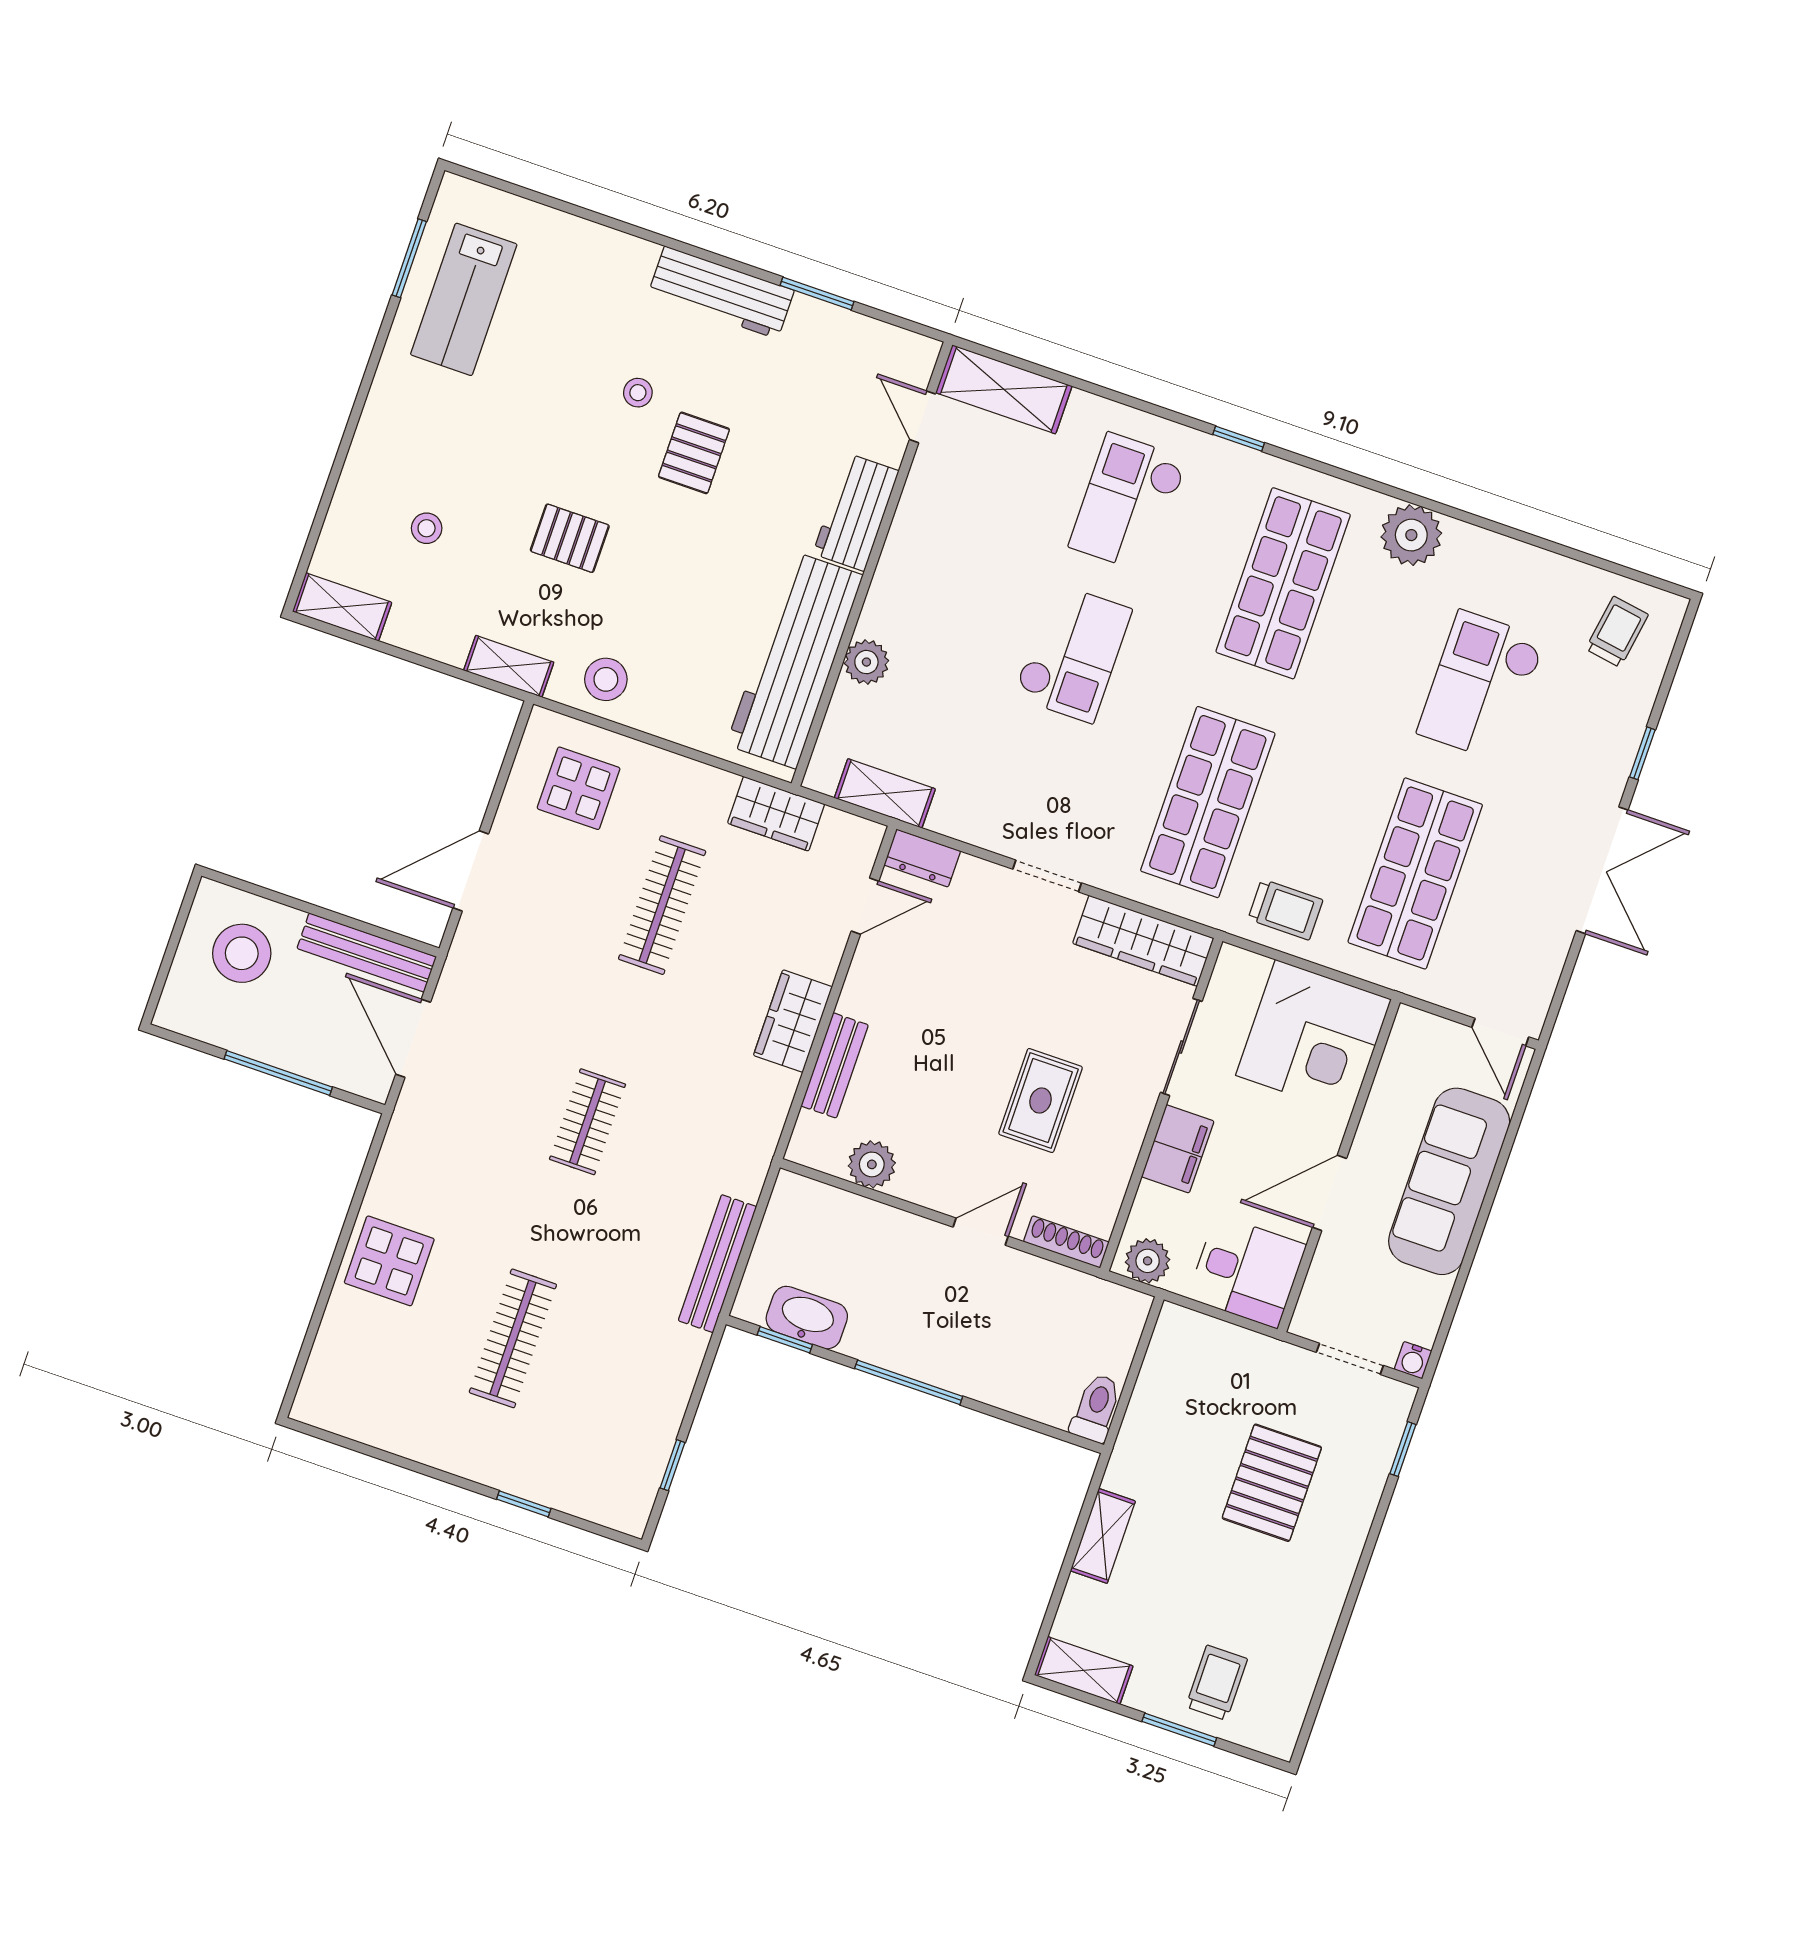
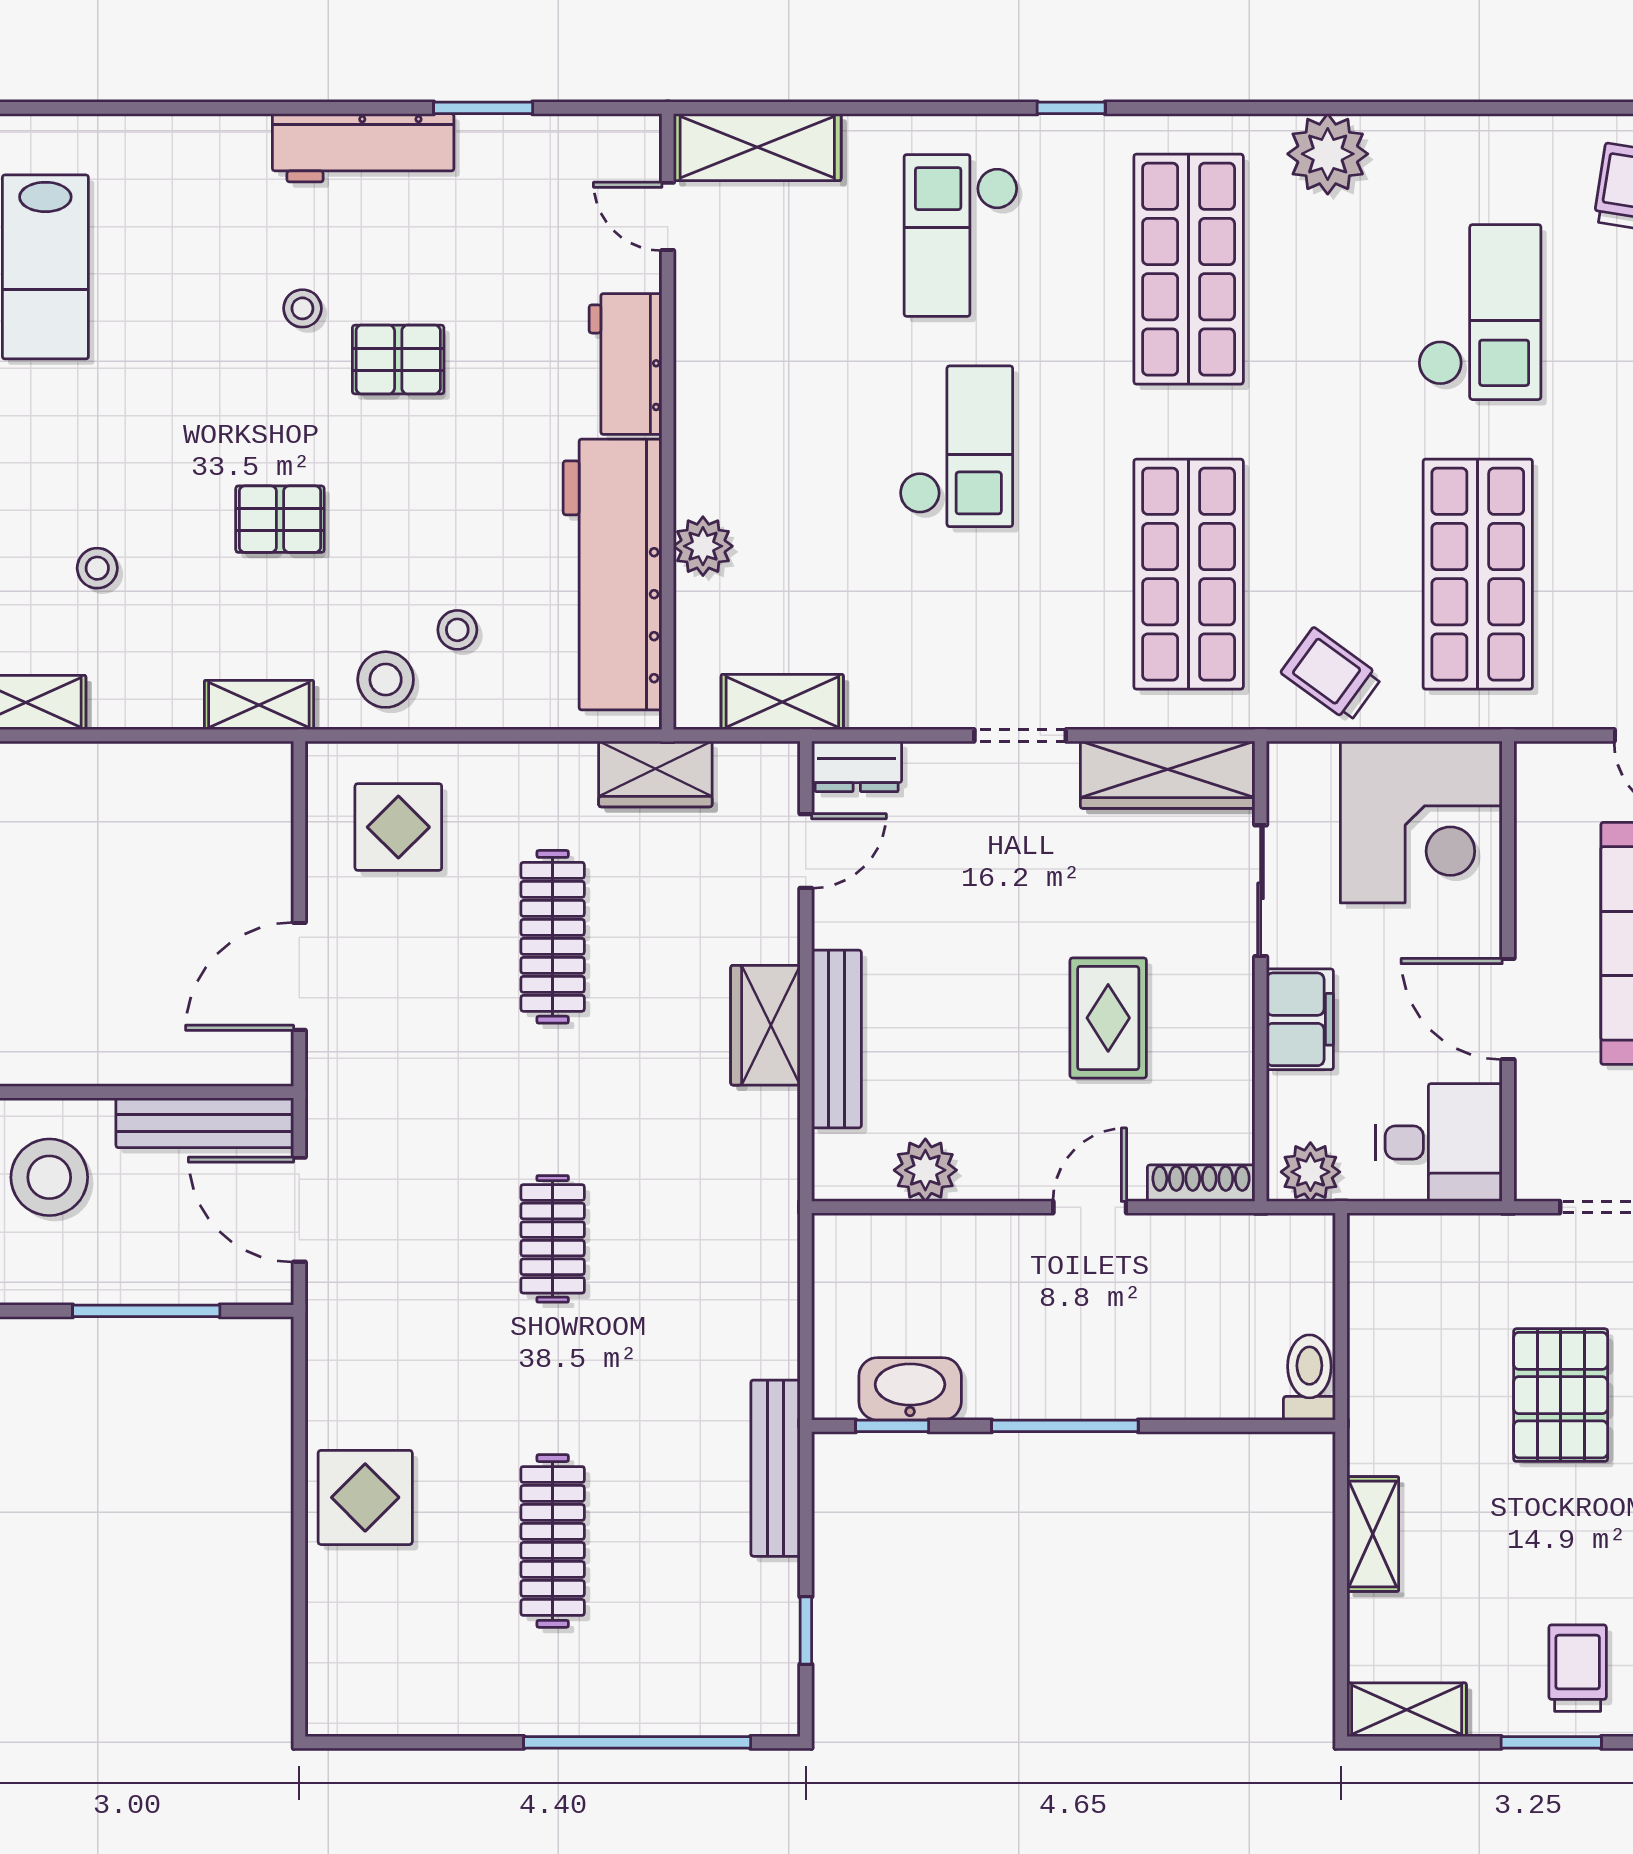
pallet: (694, 453) -> (398, 360), turned 90
stool: (670, 661) -> (457, 630), added
checkout: (1481, 686) -> (1480, 312), turned 180
trolley: (1285, 909) -> (1331, 675), turned -144
bench: (835, 1065) -> (836, 1039), width x1.36
door: (1329, 1193) -> (1508, 1009), hinge flipped
bench: (717, 1264) -> (775, 1468), moved
window: (524, 1504) -> (637, 1742), width x3.17

